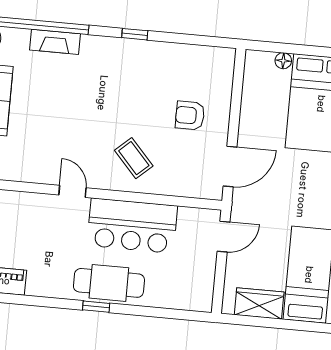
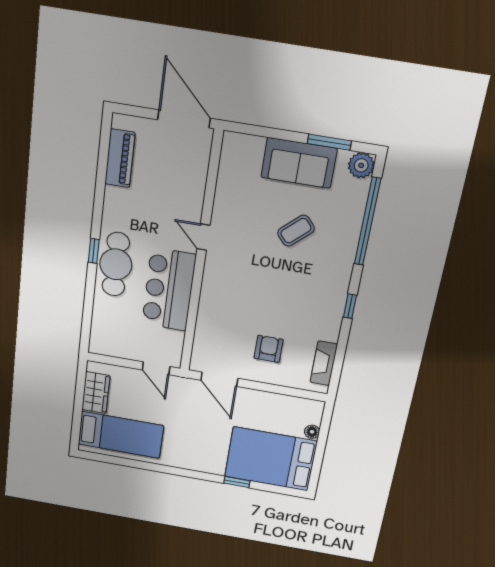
fireplace: (55, 42) -> (324, 363), moved
coffee table: (134, 158) -> (296, 231), moved
door: (73, 191) -> (203, 237), swing flipped

